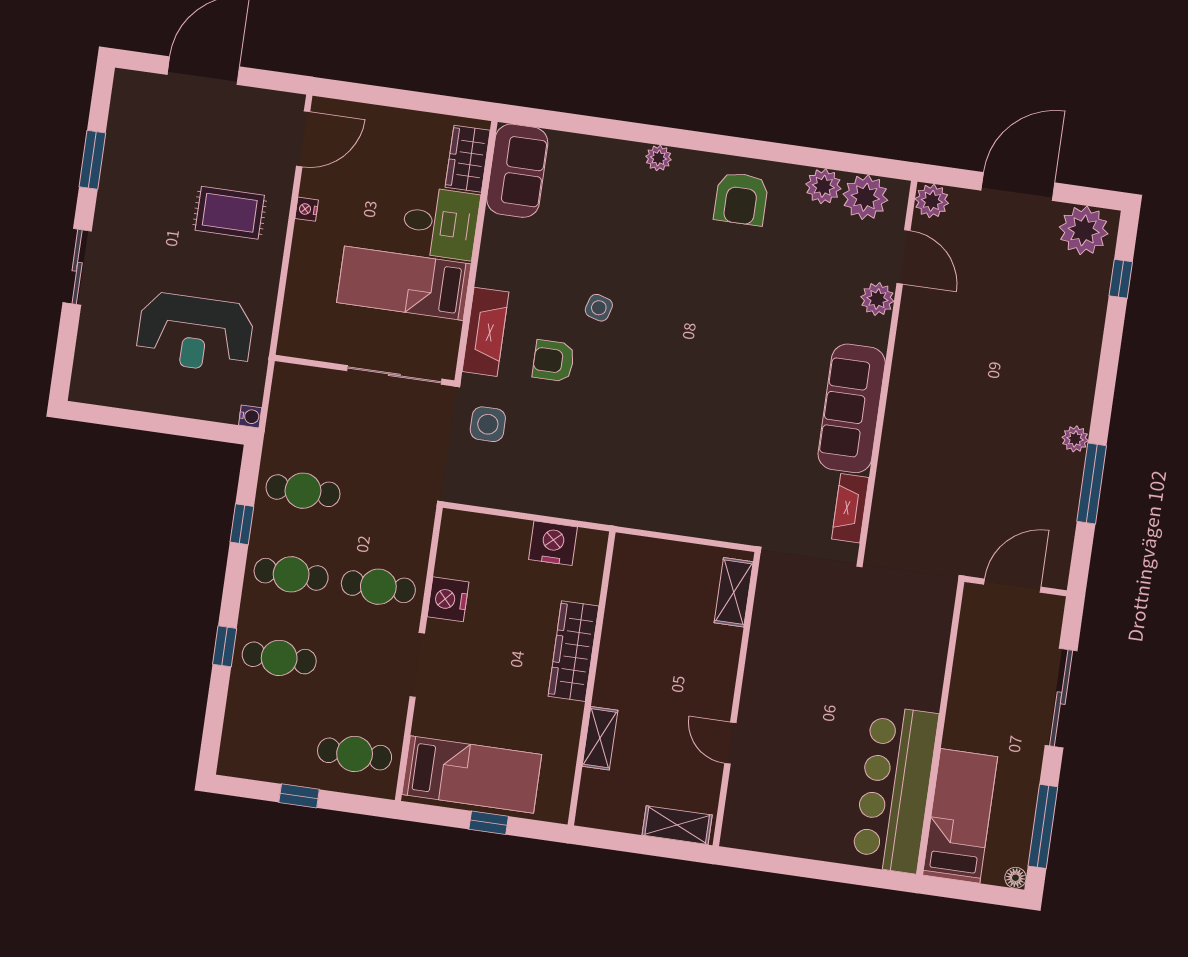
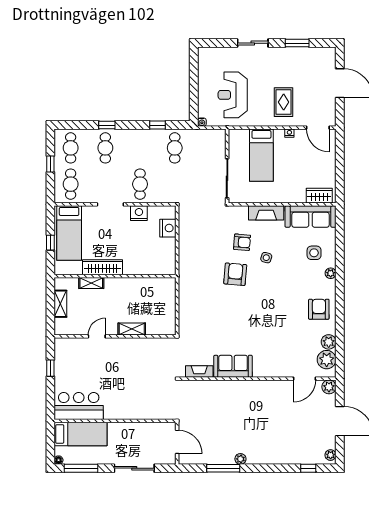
sofa: (517, 171) -> (310, 217), width x1.36
armchair: (741, 199) -> (319, 309), turned 90
desk: (440, 223) -> (292, 188), removed
plant: (1084, 230) -> (331, 455), width x0.53, depth x0.53
bed: (404, 283) -> (261, 155), moved, turned 180
plant: (877, 299) -> (286, 370), removed
fireplace: (485, 332) -> (266, 213), moved
armchair: (553, 361) -> (242, 242), turned 95
armchair: (628, 388) -> (235, 274), added
sofa: (852, 408) -> (233, 366), width x0.73
side table: (488, 424) -> (314, 253), moved
nightstand: (553, 543) -> (168, 228), moved
cafe table: (291, 574) -> (71, 148), moved
shelving: (734, 592) -> (132, 329), moved
wardrobe: (573, 651) -> (103, 267), moved
bar counter: (895, 789) -> (79, 406), width x0.73
shelving: (677, 825) -> (60, 304), moved
window: (791, 866) -> (50, 368), added

